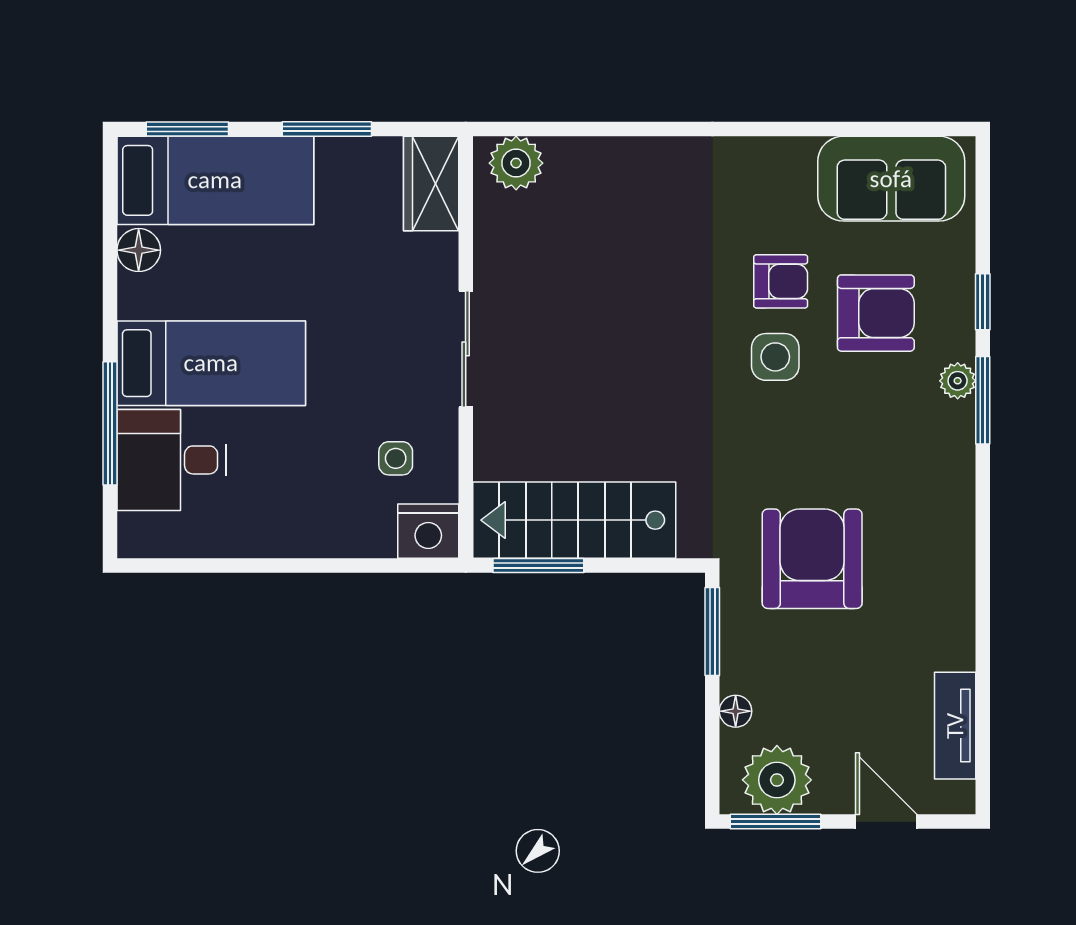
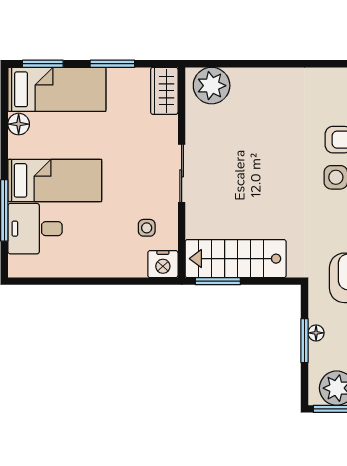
plant: (516, 163) -> (212, 86), width x1.36, depth x1.36
window: (712, 632) -> (304, 341), moved
floor lamp: (736, 711) -> (316, 333), moved

